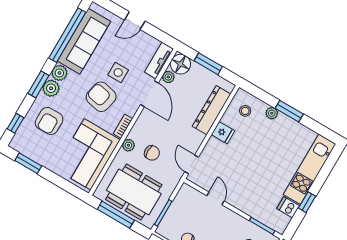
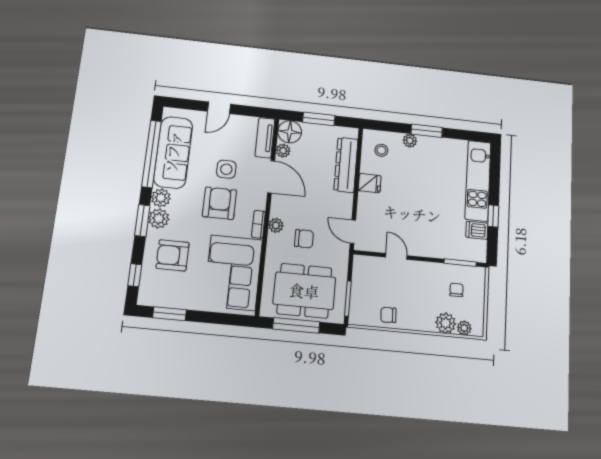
armchair: (101, 97) -> (220, 203), turned 78
armchair: (49, 121) -> (173, 255), turned 90
plant: (128, 145) -> (276, 225), moved

